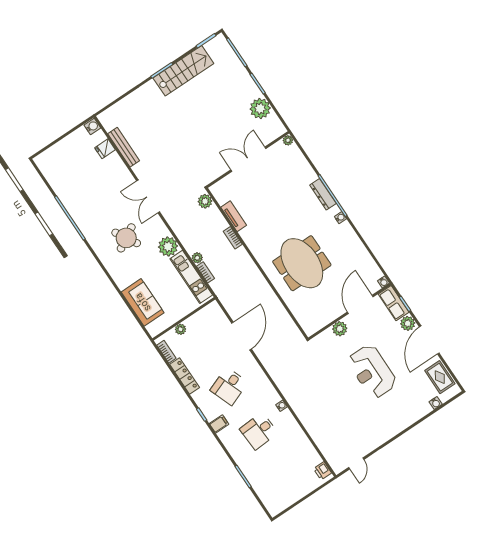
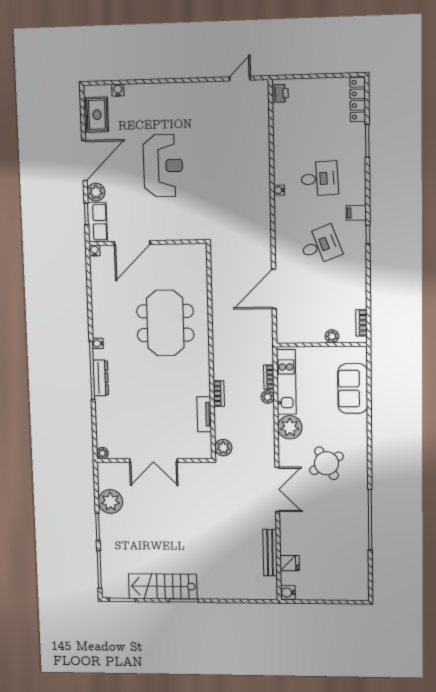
plant: (340, 329) -> (169, 231), removed
locker: (185, 376) -> (358, 100), moved

